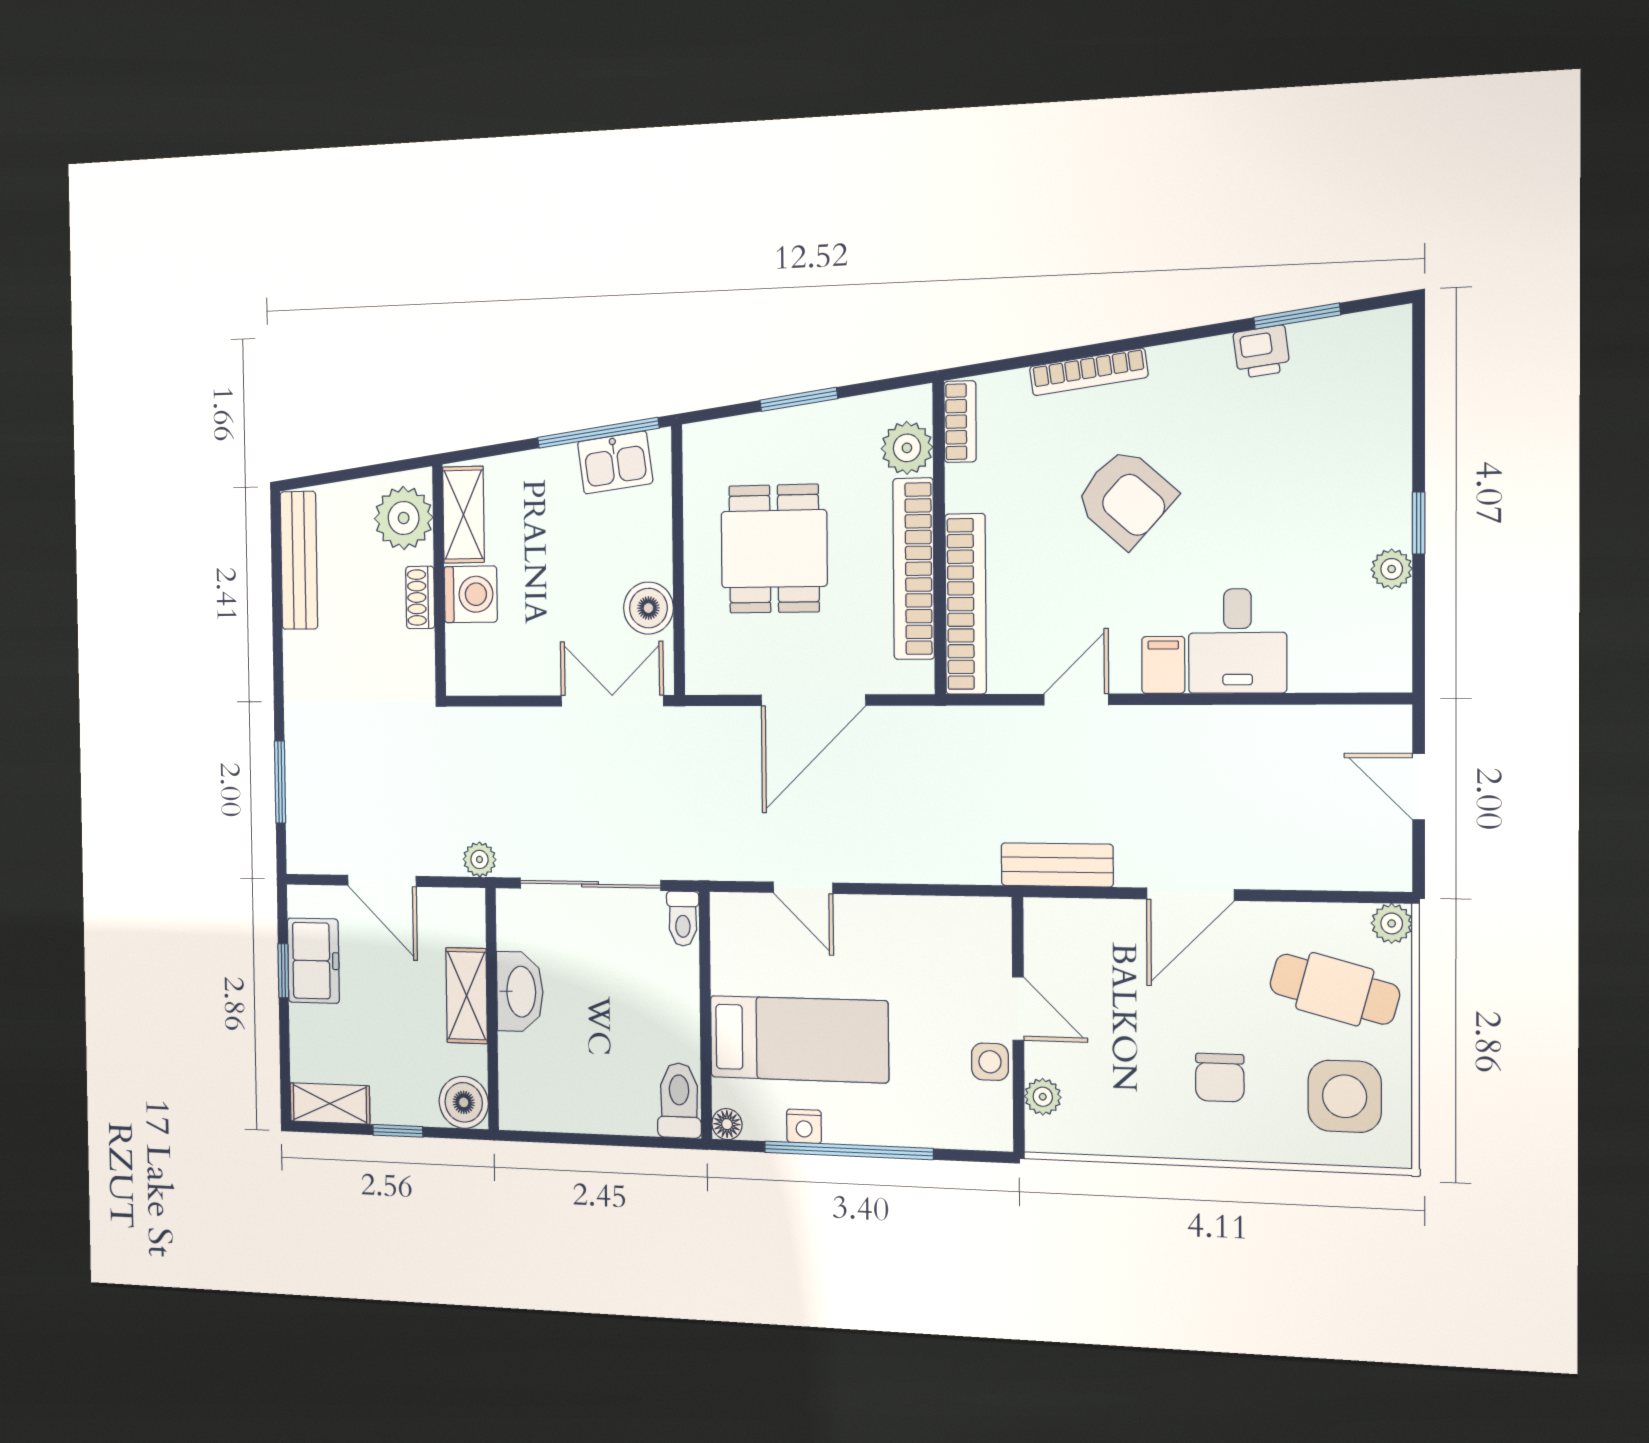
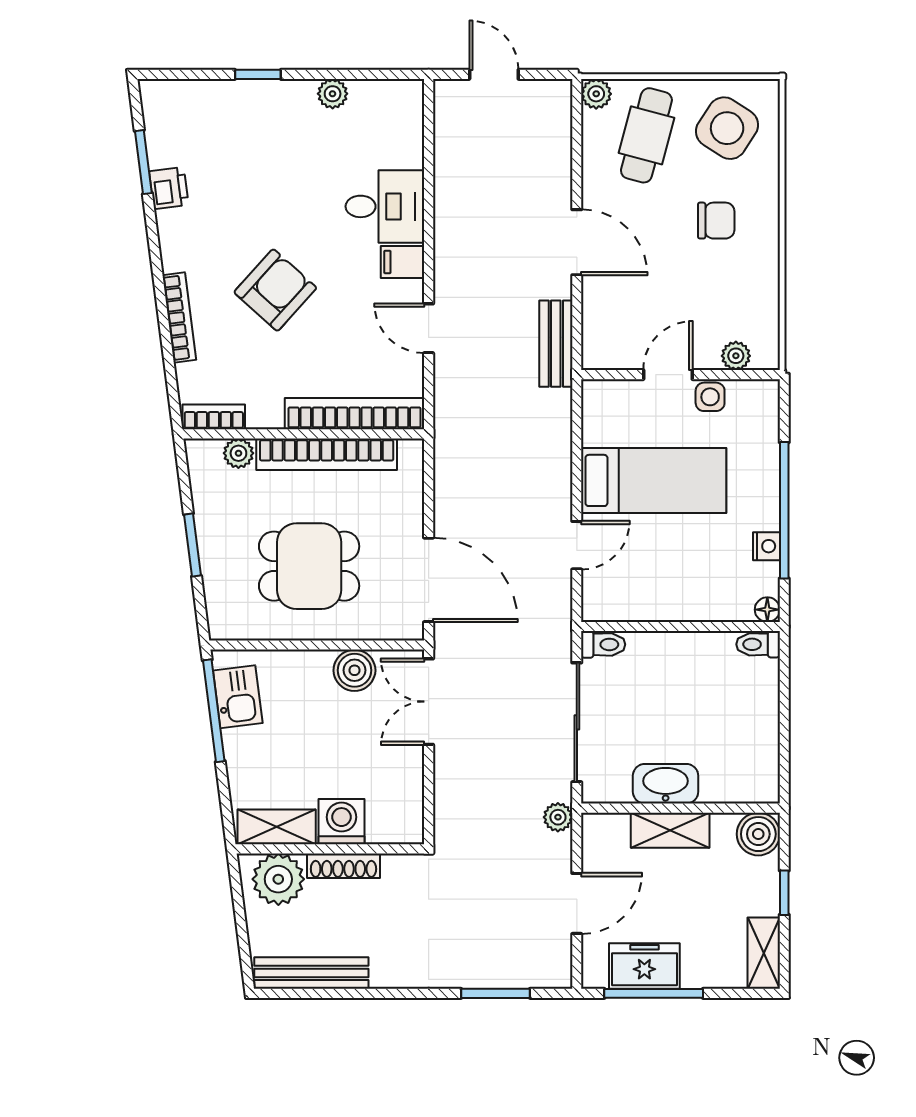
plant: (907, 448) -> (238, 453), width x0.73, depth x0.73
window: (1419, 523) -> (258, 74), moved
shoe rack: (420, 597) -> (343, 866), width x1.43
door: (813, 700) -> (429, 580), moved
door: (1419, 787) -> (494, 74), swing flipped
window: (283, 971) -> (654, 993), width x2.17
bed: (799, 1039) -> (654, 480), moved, turned 90
side table: (1345, 1096) -> (727, 128), turned 33
toilet: (679, 1100) -> (758, 644), width x0.73, depth x0.72

